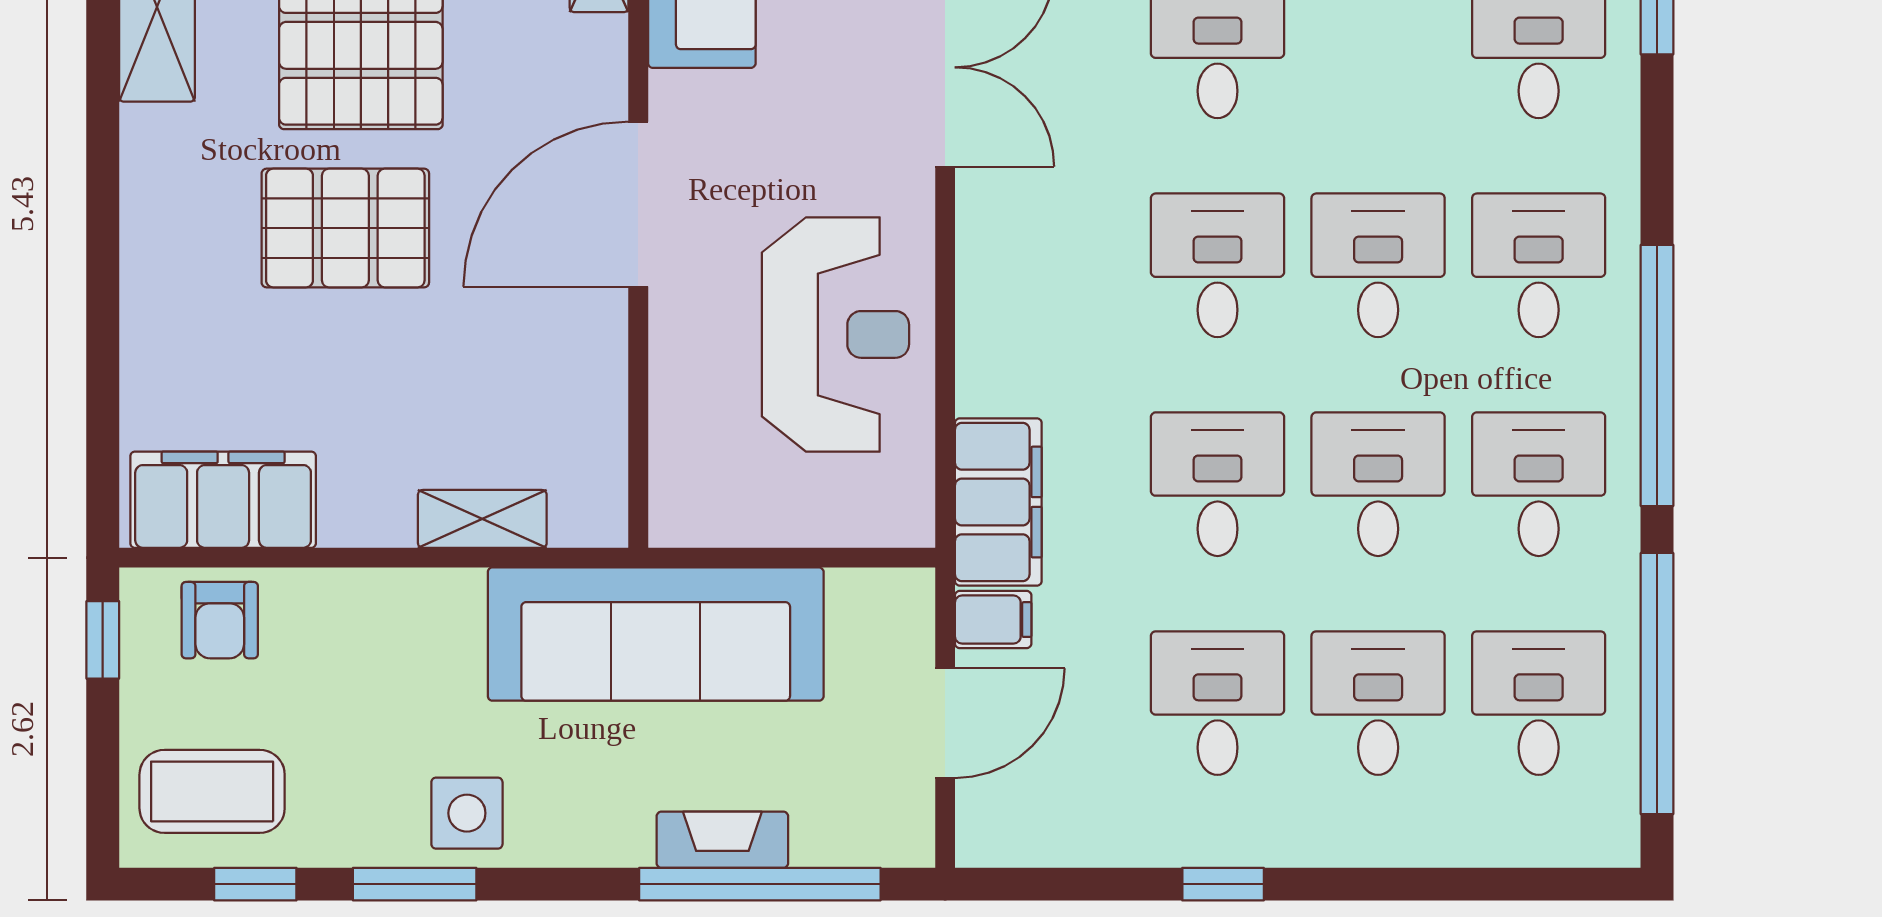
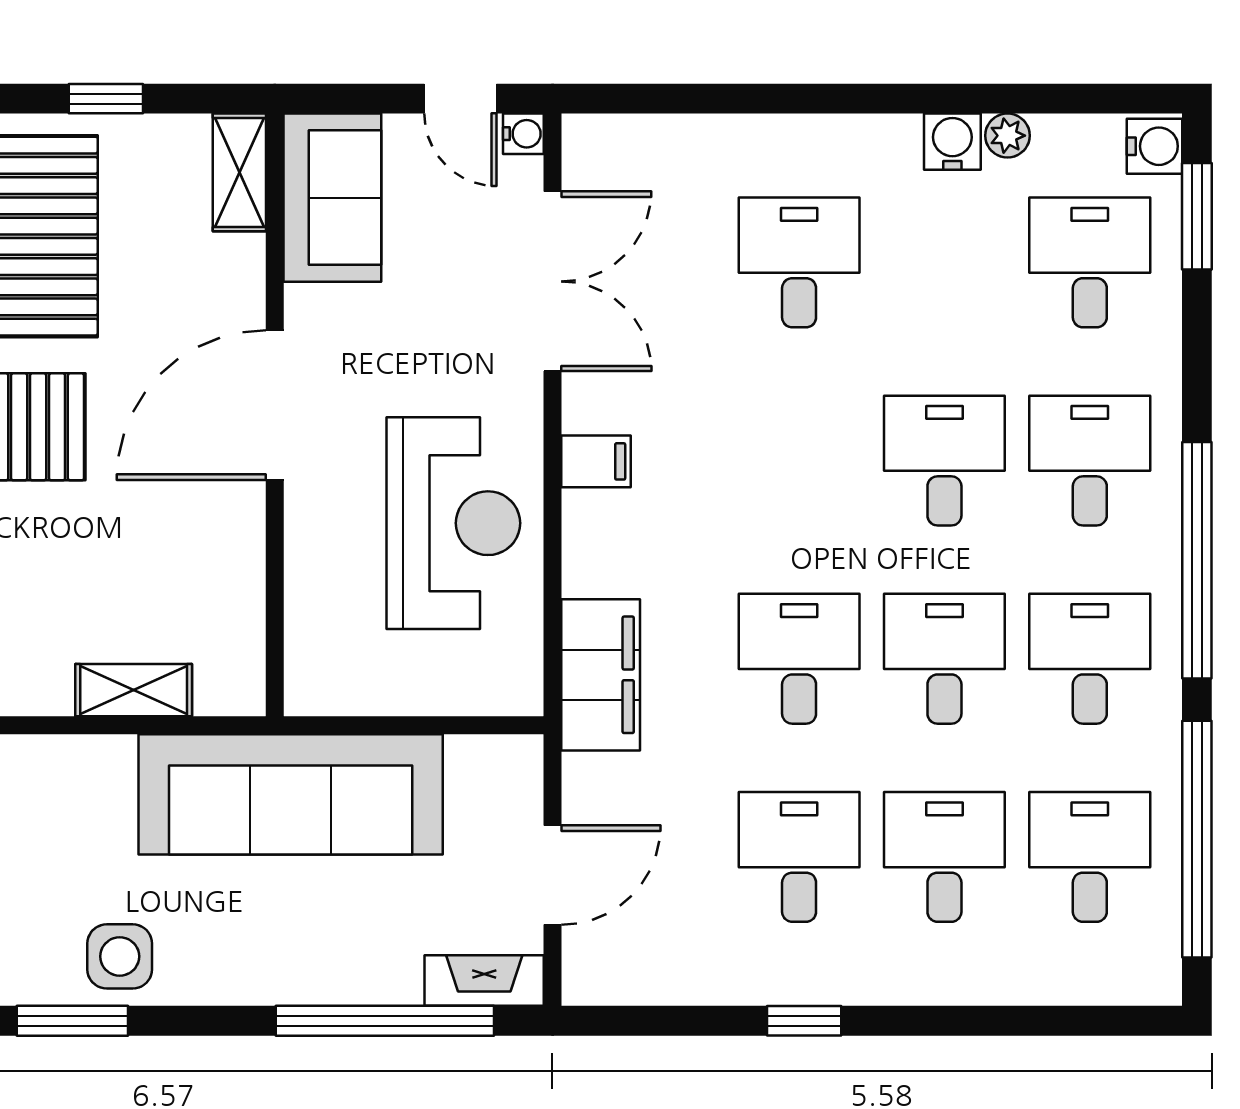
desk: (1218, 265) -> (799, 461), removed
filing cabinet: (993, 620) -> (596, 461), moved
fireplace: (722, 840) -> (484, 981), moved

